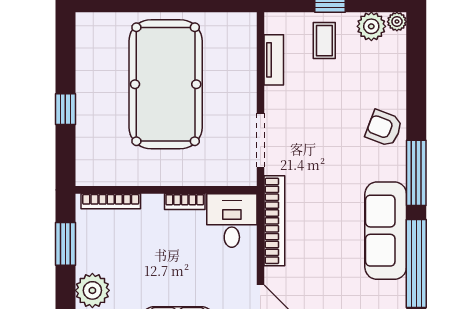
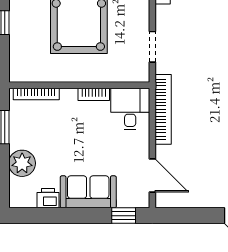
doorway: (260, 140) -> (152, 47), width x0.73

